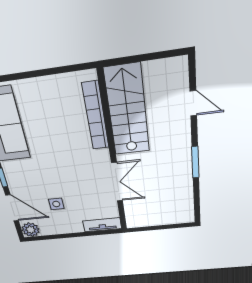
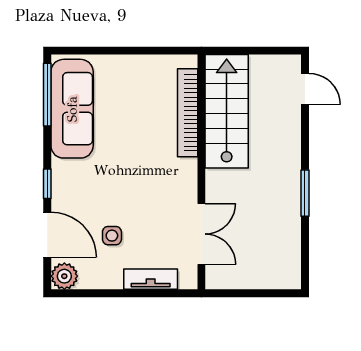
door: (193, 103) -> (305, 89), moved
double door: (117, 182) -> (201, 234), moved
tv unit: (102, 225) -> (151, 279), moved

